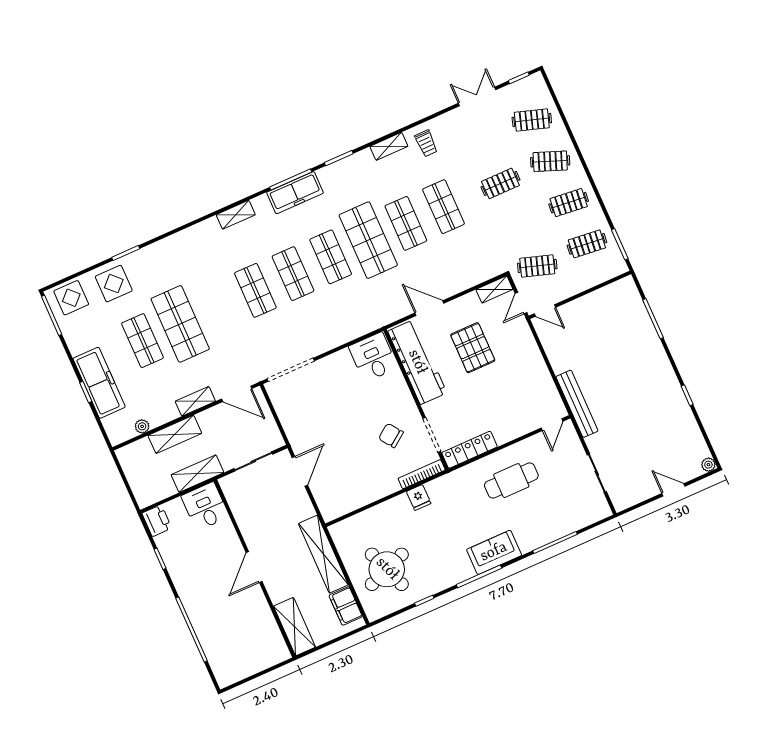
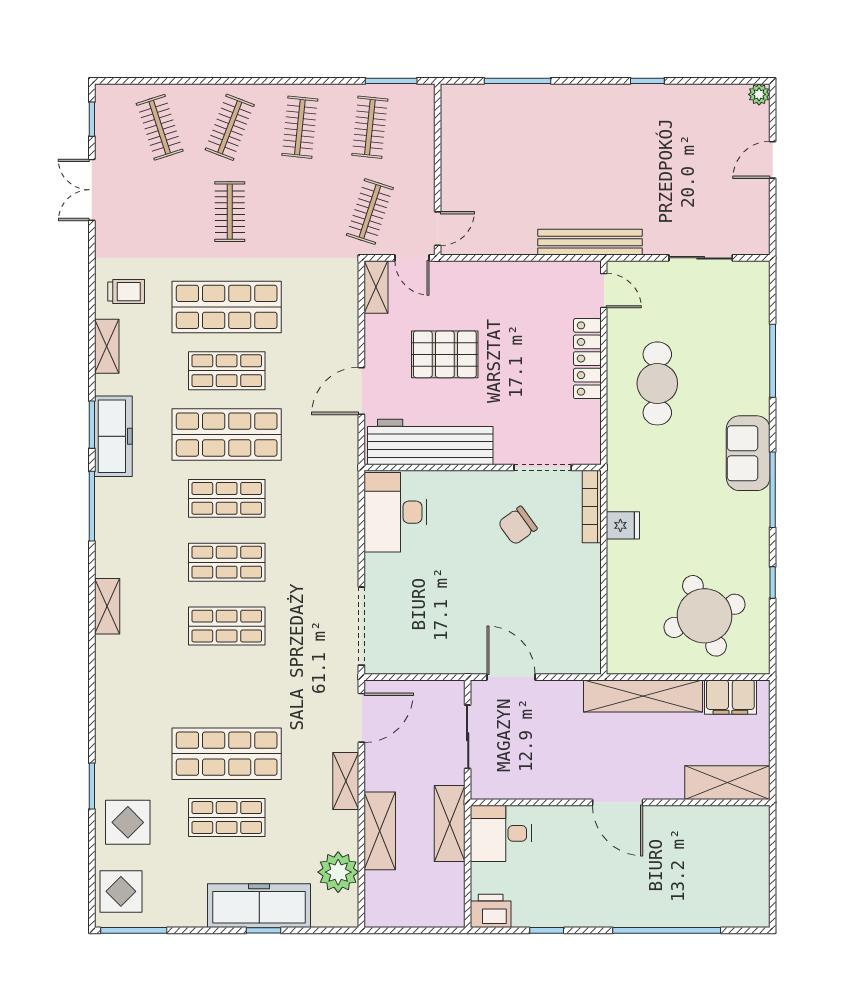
clothes rail: (532, 120) -> (160, 127), turned -36
freezer: (295, 193) -> (113, 436), moved
shop shelf: (443, 207) -> (227, 307), width x1.43, depth x1.36
desk: (373, 357) -> (395, 512), width x1.37
plant: (142, 426) -> (338, 872), width x1.88, depth x1.88
locker: (469, 450) -> (587, 359), moved

